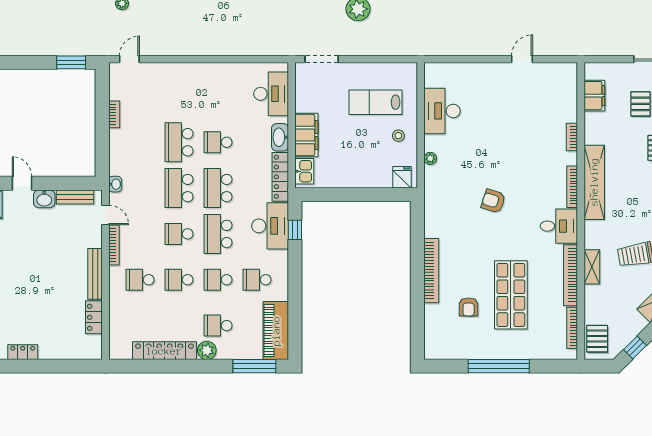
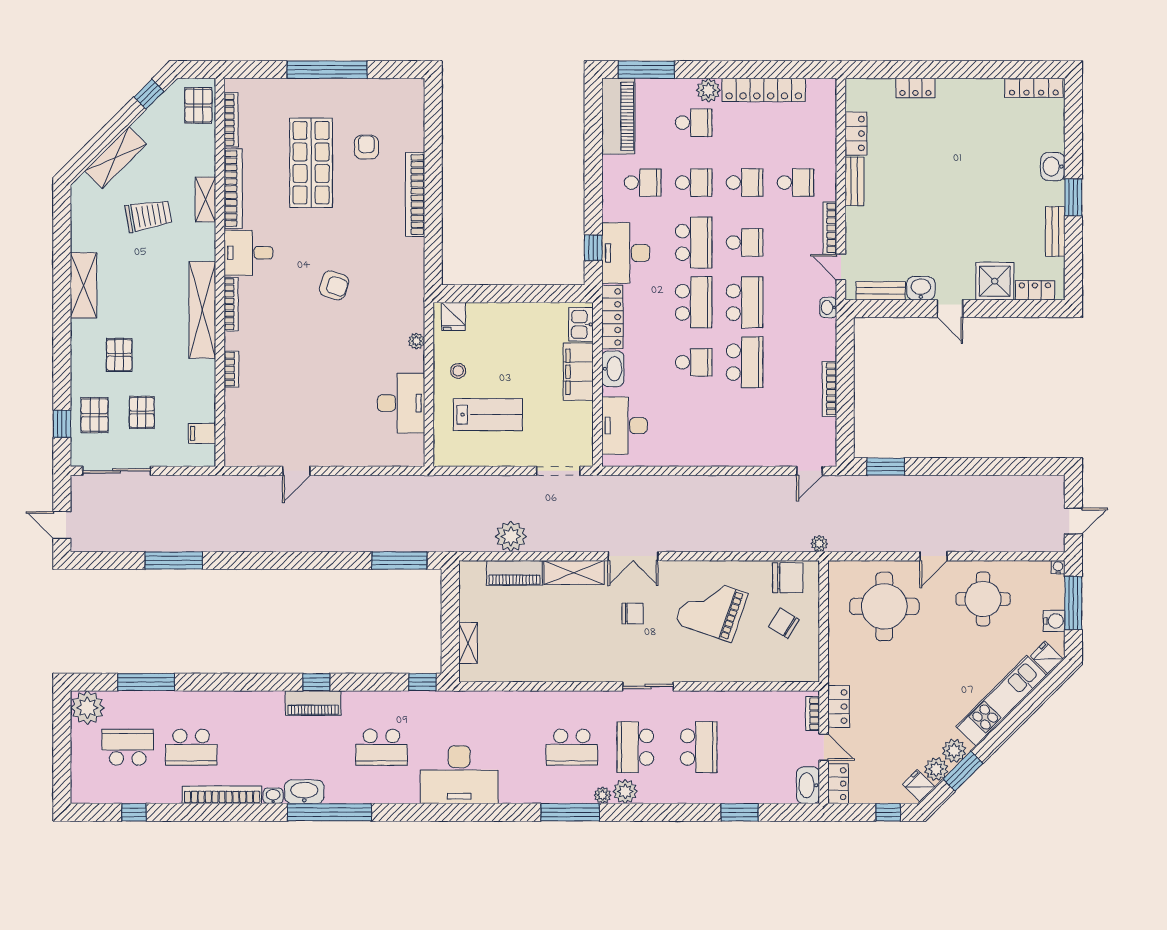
filing cabinet: (594, 96) -> (202, 433), width x0.50
bookcase: (114, 114) -> (829, 389), width x1.56
bench: (95, 274) -> (854, 181), width x0.73
locker: (23, 352) -> (915, 88), moved

